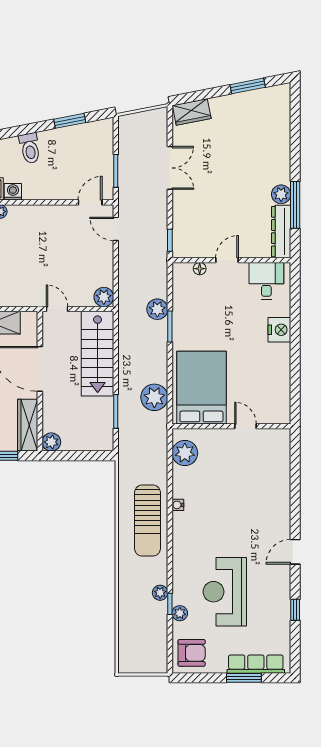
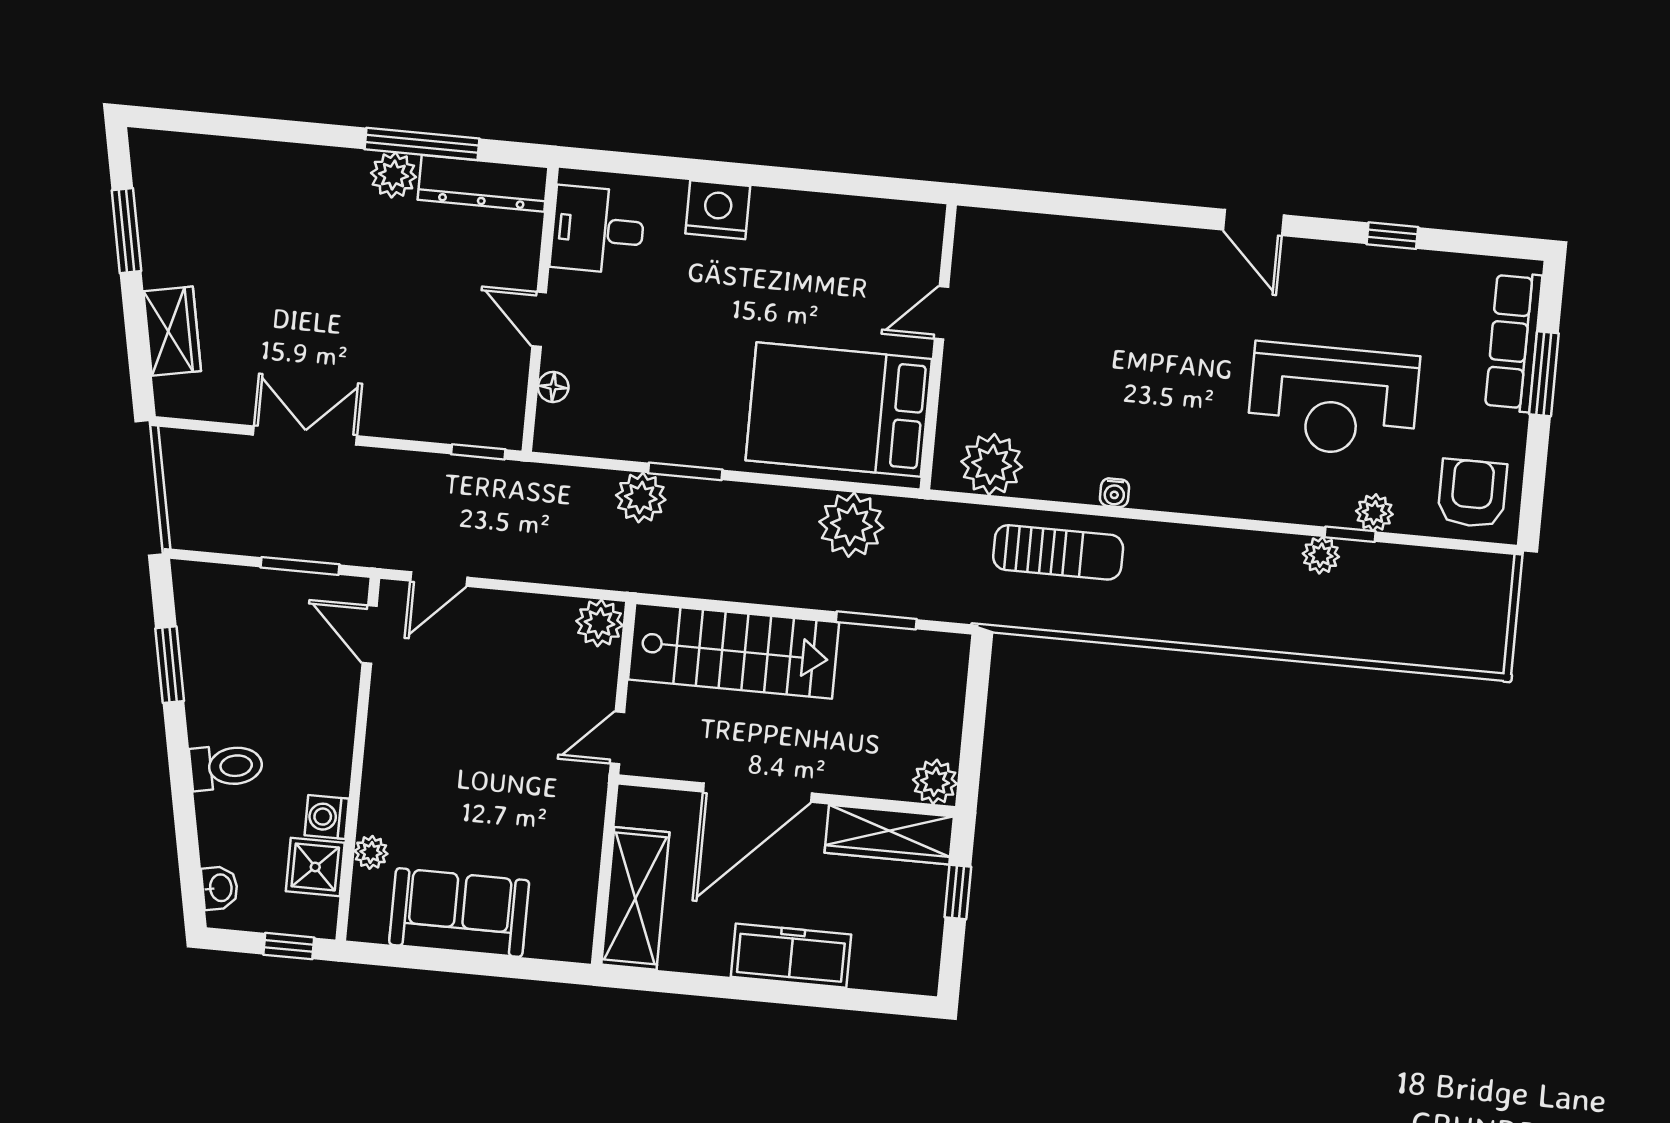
wardrobe: (192, 112) -> (172, 331), moved
sun lounger: (147, 521) -> (1058, 552), moved, width x0.73, depth x0.75

